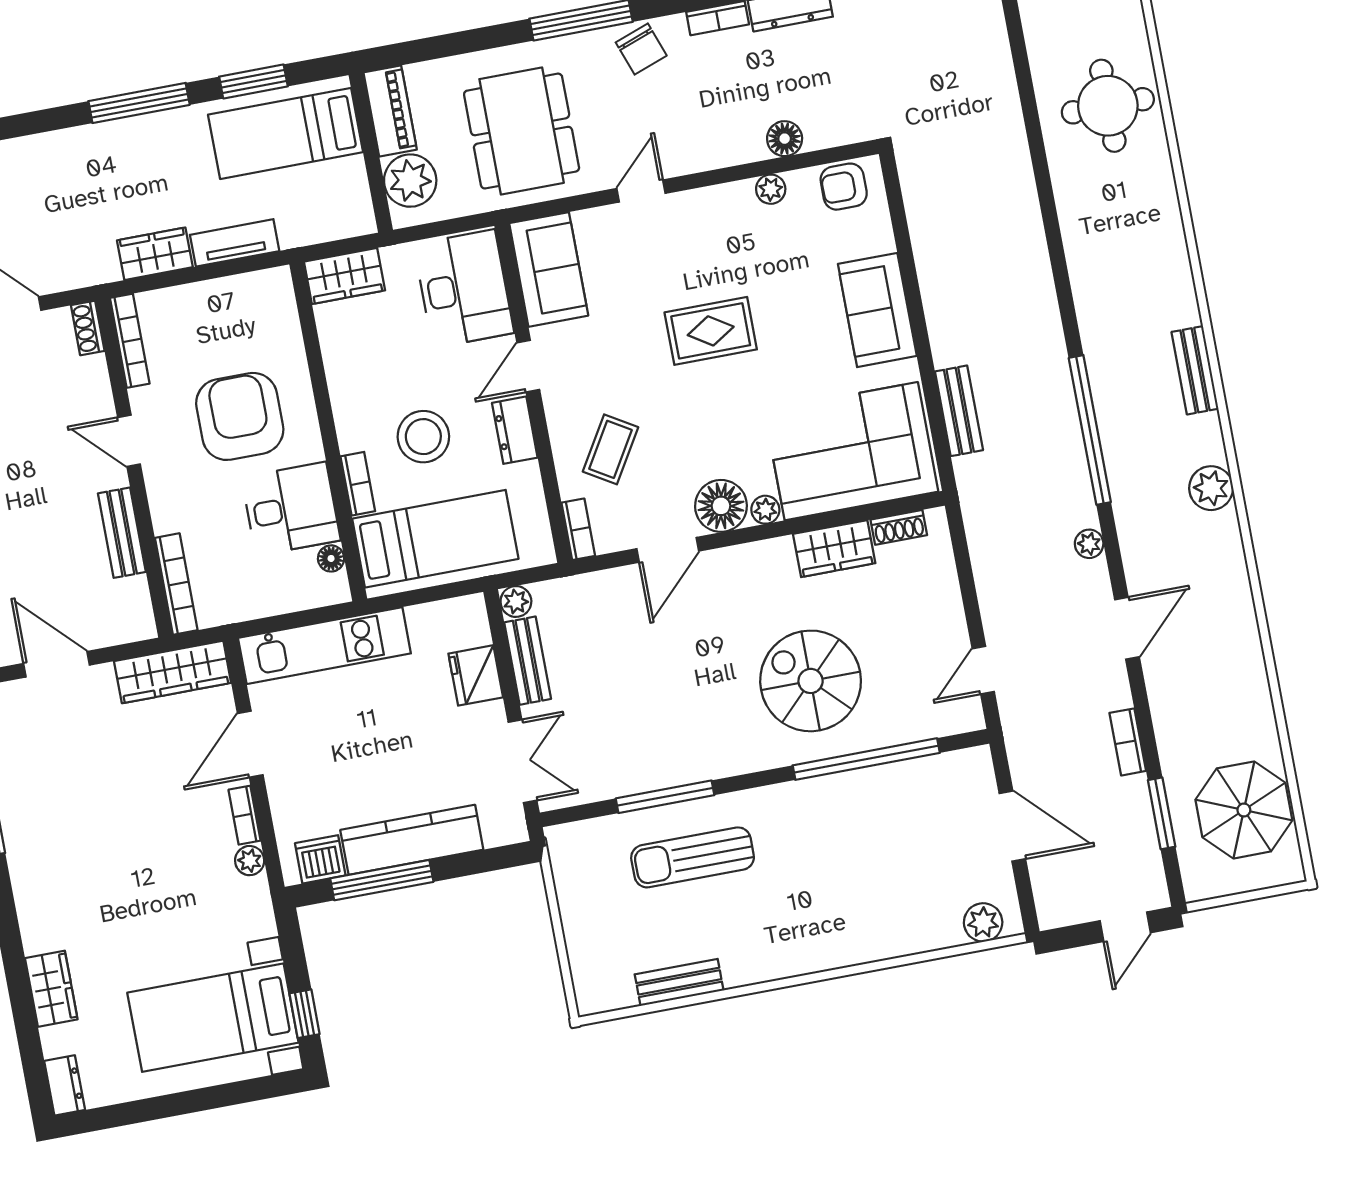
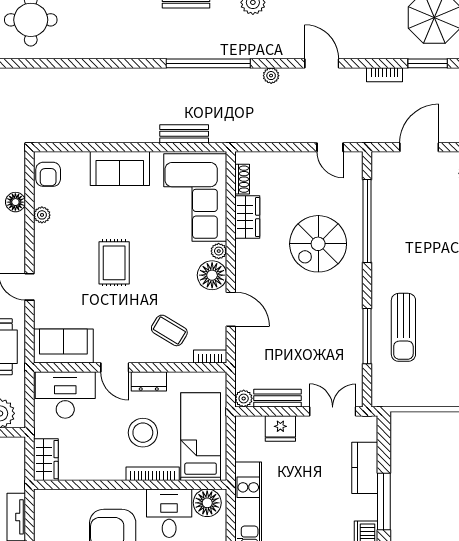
bookcase: (358, 484) -> (153, 474), width x1.56
floor lamp: (331, 558) -> (207, 503), width x1.89, depth x1.89
kitchen counter: (412, 840) -> (365, 468), width x0.67

